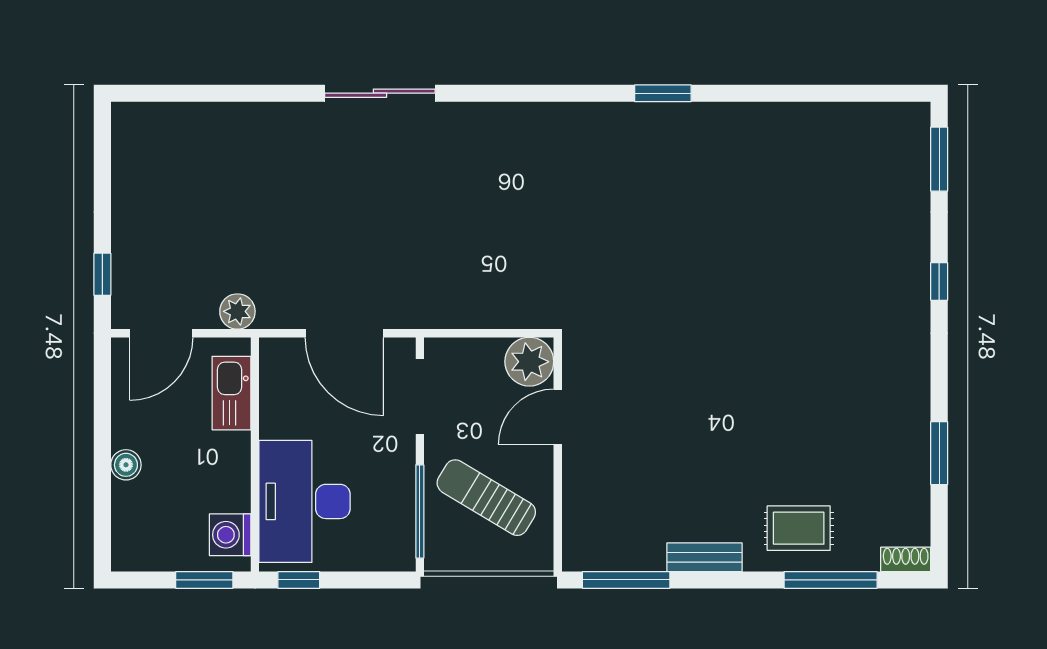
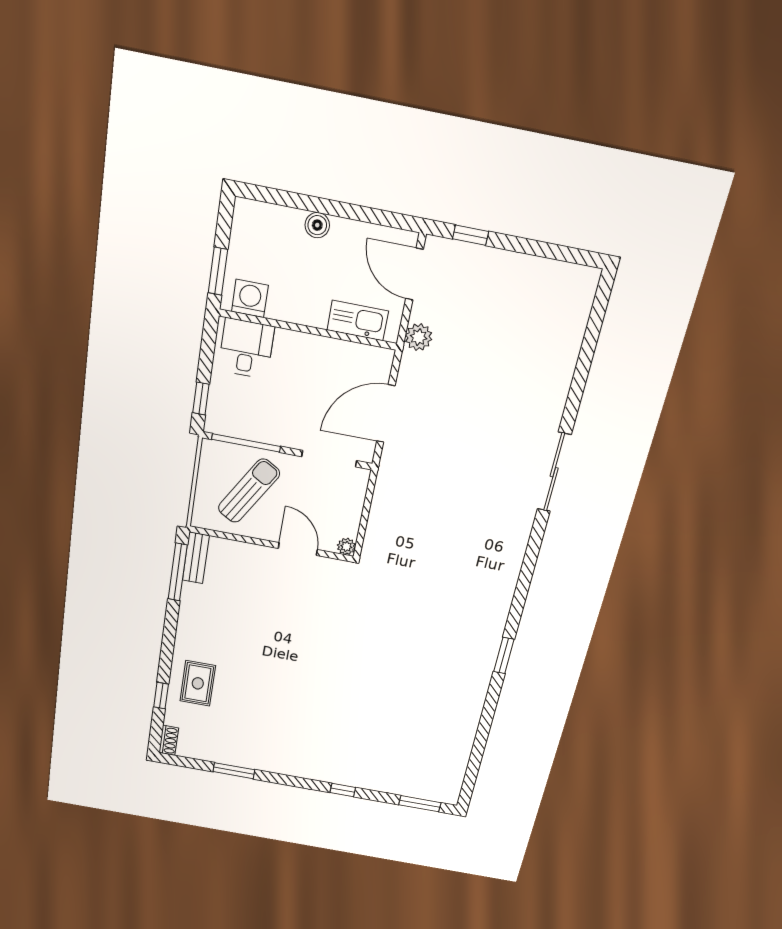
plant: (529, 362) -> (346, 546), width x0.53, depth x0.53
desk: (305, 501) -> (246, 348), width x0.53, depth x0.77
bench: (704, 557) -> (196, 558), moved
window: (299, 580) -> (201, 399), moved
window: (831, 580) -> (161, 696), width x0.46

